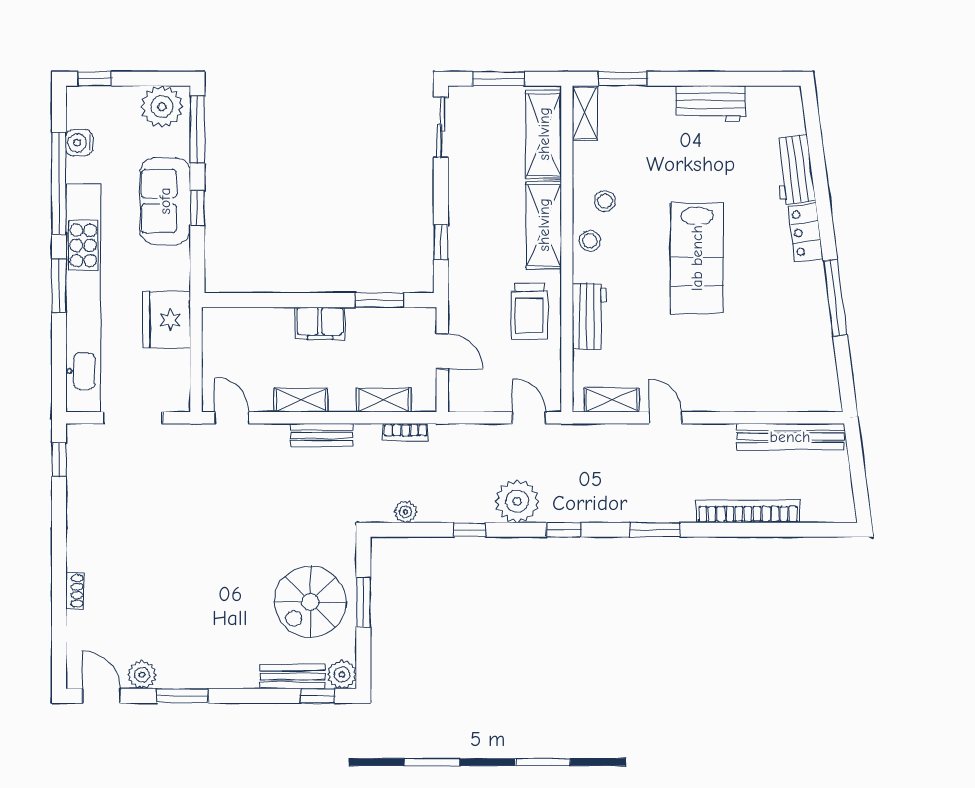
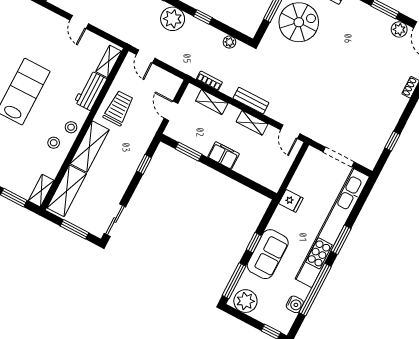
fridge: (167, 320) -> (291, 201), width x0.53, depth x0.75
shelving: (612, 400) -> (109, 61), moved, turned 90
window: (59, 460) -> (392, 141), moved

